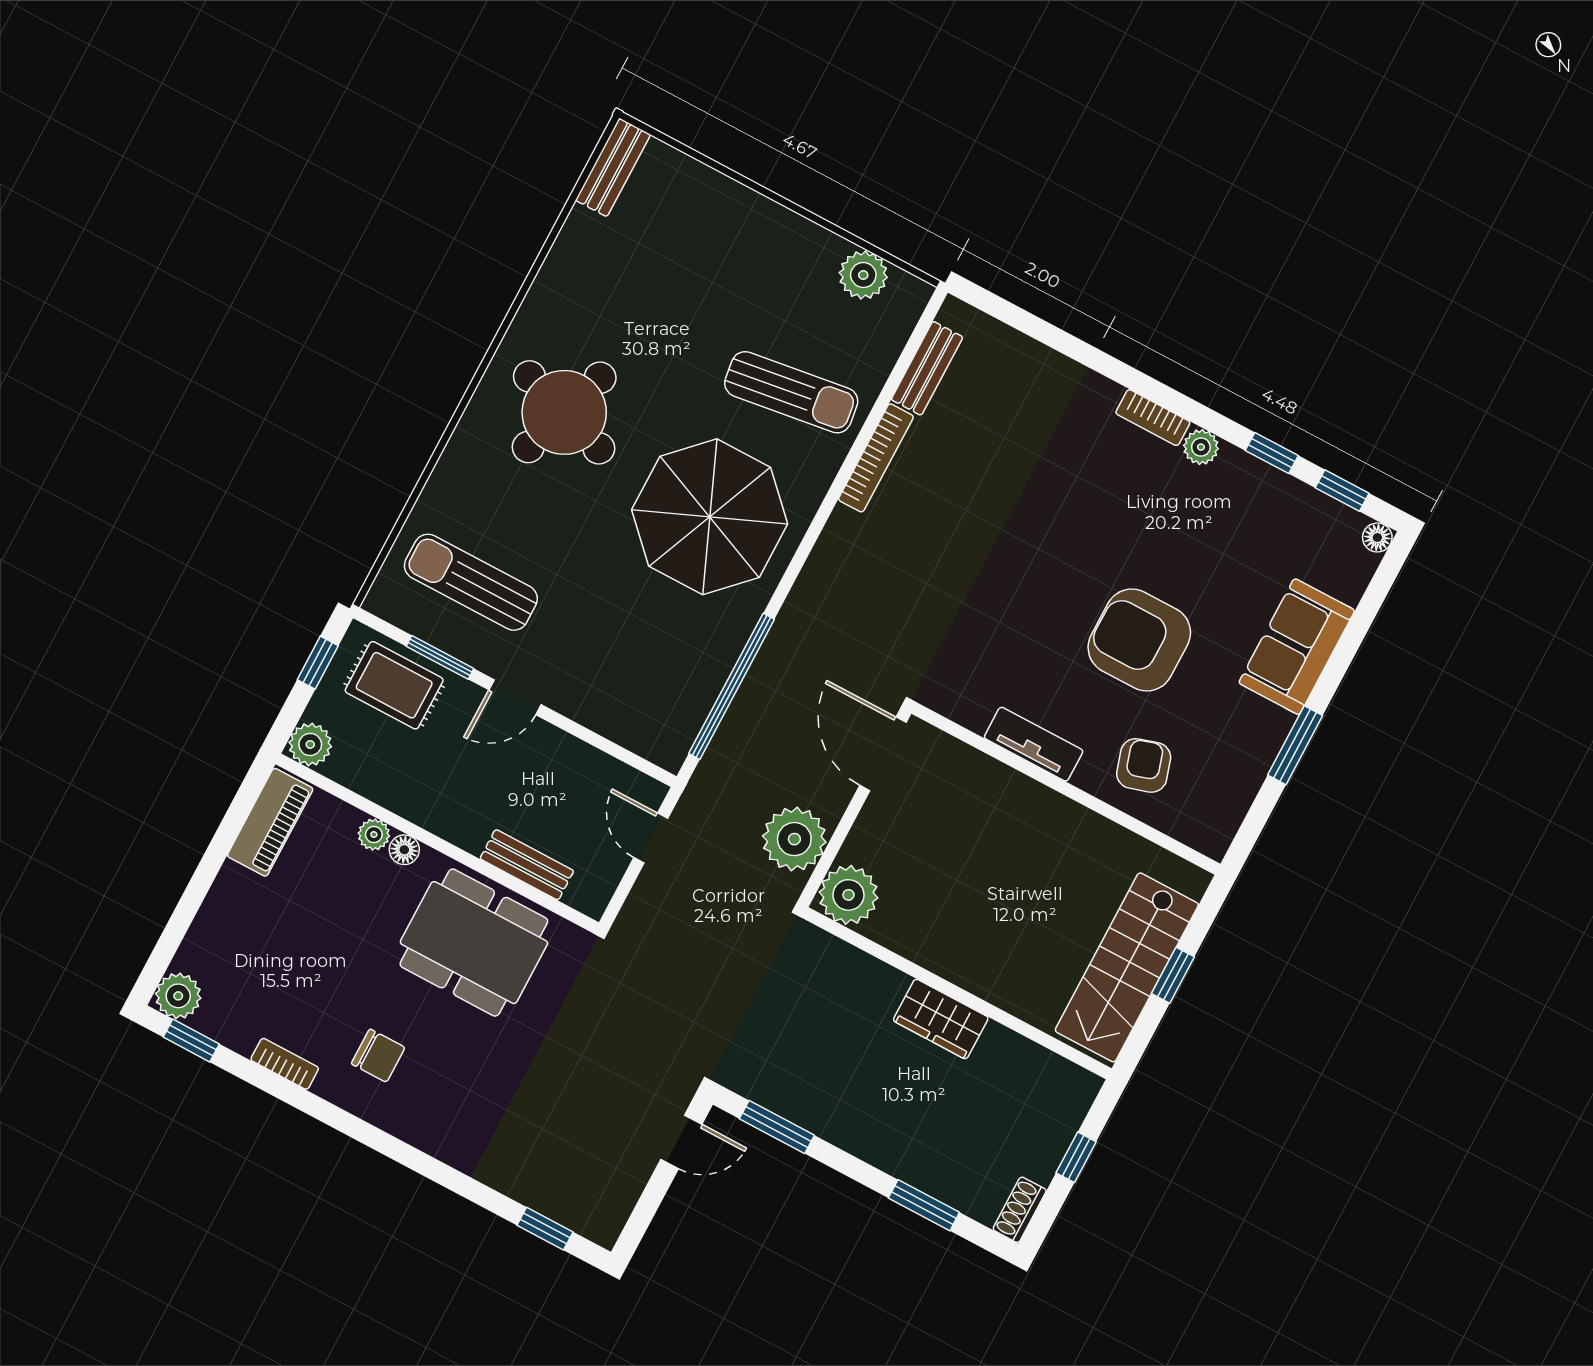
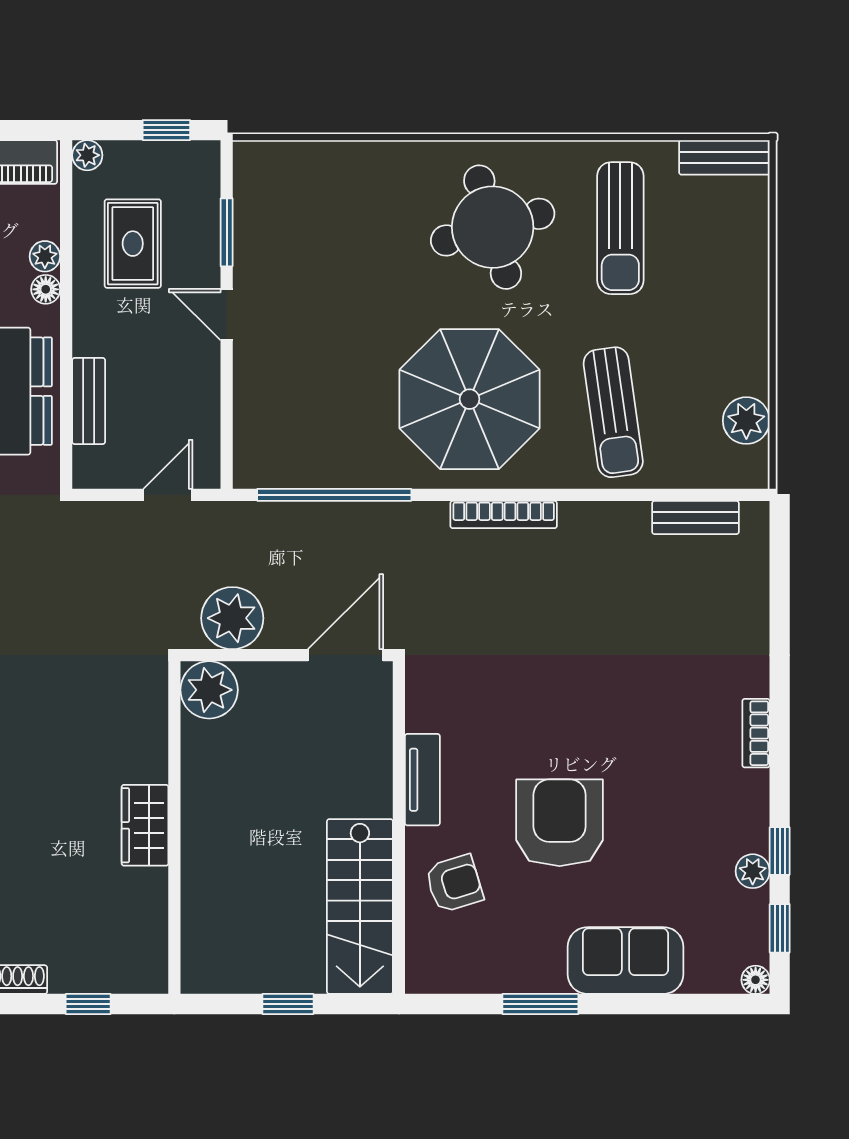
round table: (564, 412) -> (493, 227), turned -34
plant: (1201, 447) -> (753, 871), moved
bookcase: (876, 458) -> (504, 515), moved
sun lounger: (471, 582) -> (620, 228), moved, turned 180
rug: (394, 685) -> (133, 244), moved
plant: (310, 744) -> (87, 155), width x0.73, depth x0.73
stairs: (1127, 967) -> (360, 906), moved, turned -90

